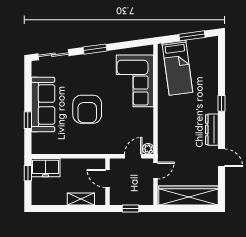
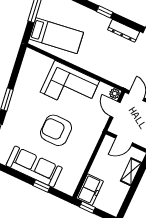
corner sofa: (135, 81) -> (70, 87), moved
armchair: (87, 109) -> (56, 130), turned 180

